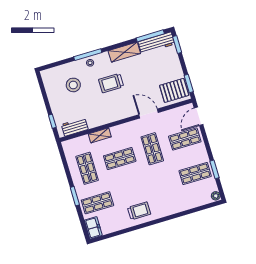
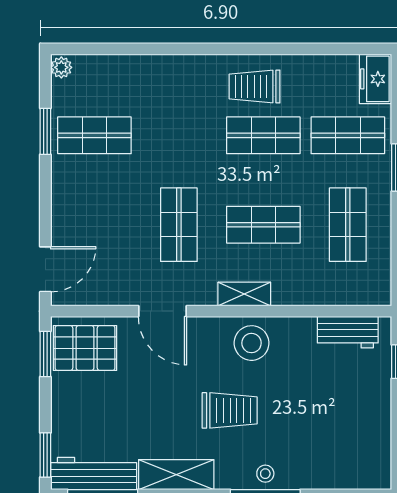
stool: (73, 85) -> (251, 343), moved
shelving: (100, 135) -> (244, 294), moved
shop shelf: (185, 139) -> (263, 135), moved

